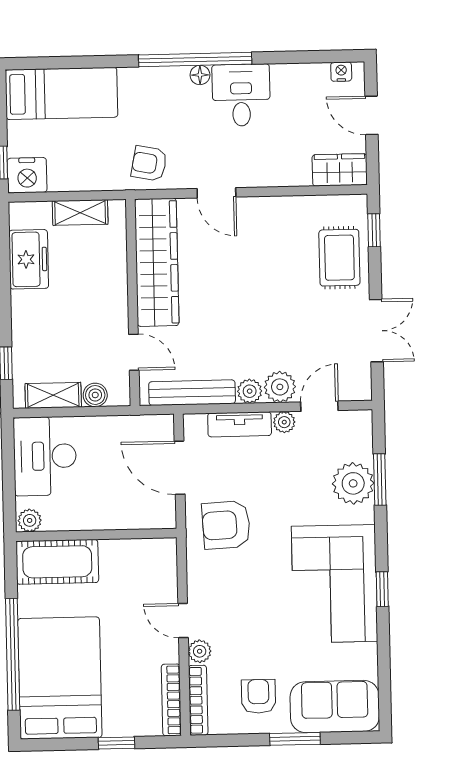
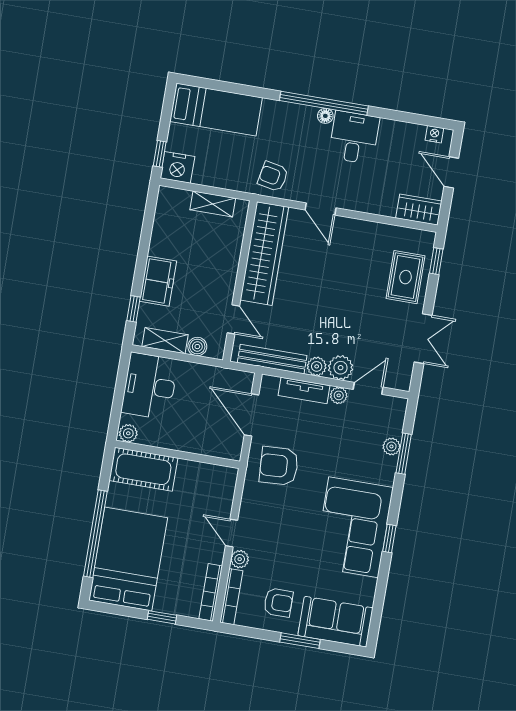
freezer: (29, 259) -> (158, 281), moved
plant: (353, 483) -> (391, 446), width x0.53, depth x0.53
armchair: (258, 696) -> (278, 603), turned 90

